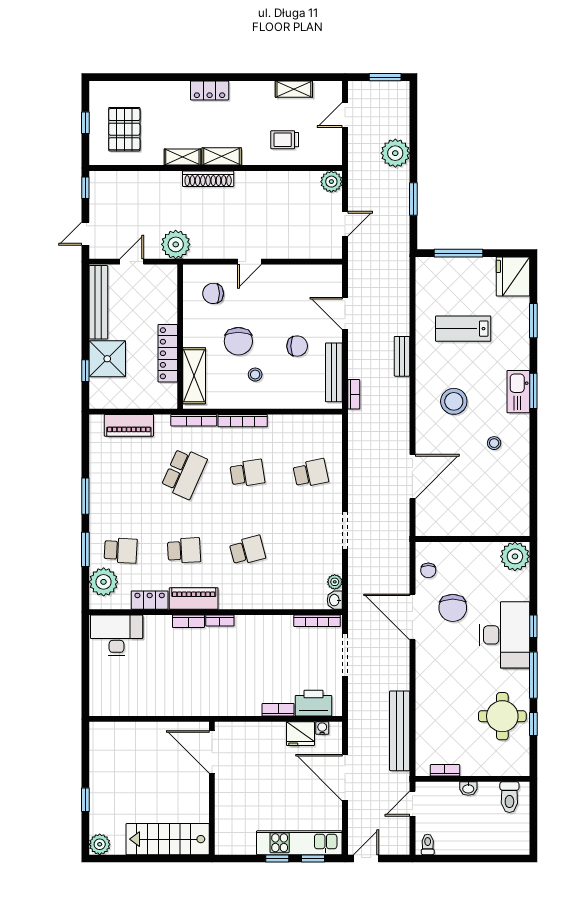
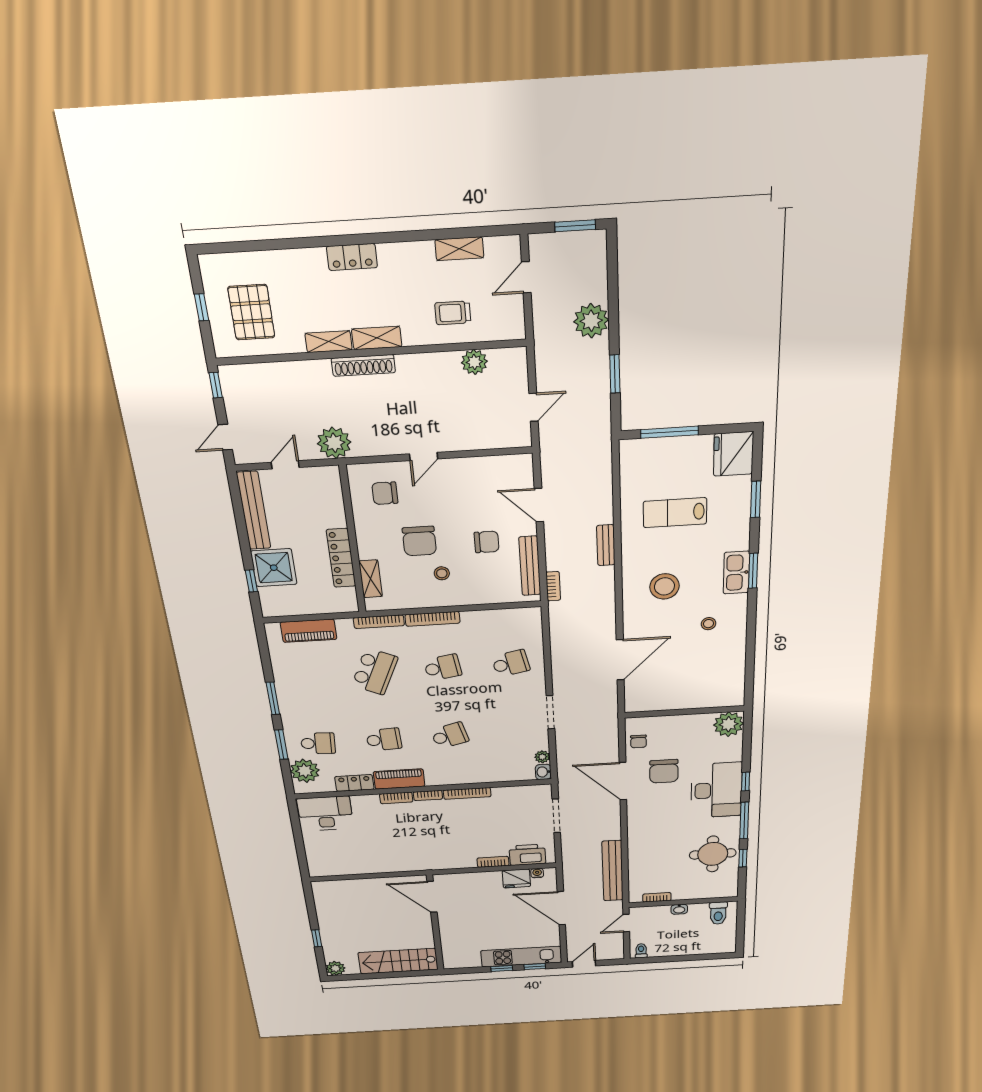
plant: (331, 182) -> (474, 362), moved
shelving: (194, 376) -> (371, 579), width x0.67, depth x0.75
bookcase: (317, 621) -> (467, 793), moved

